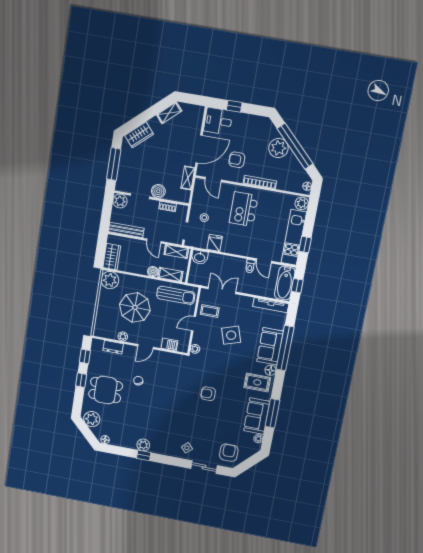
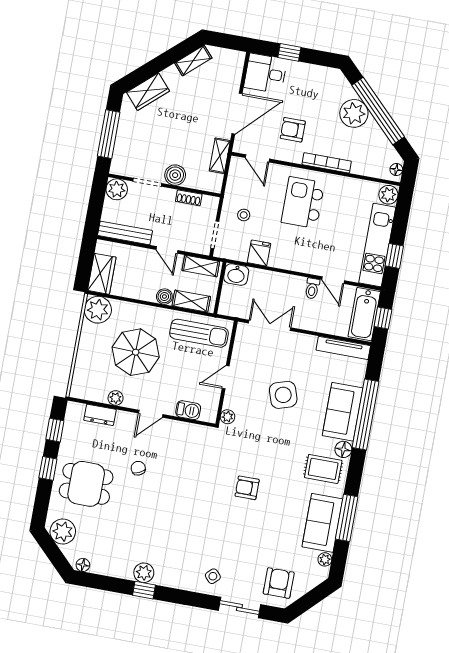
coffee table: (210, 311) -> (251, 357), removed

